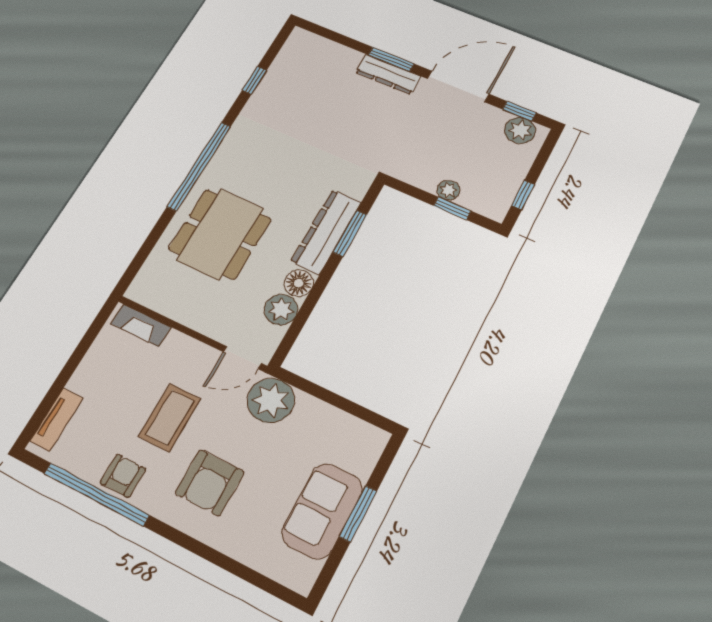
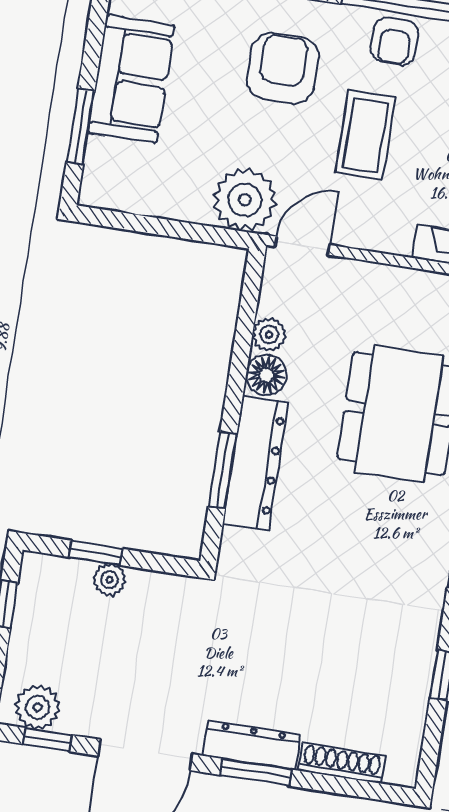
shoe rack: (336, 50) -> (342, 763), added
plant: (281, 310) -> (269, 334), width x0.73, depth x0.73
window: (358, 514) -> (81, 126), moved

